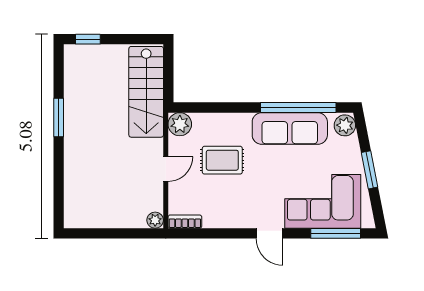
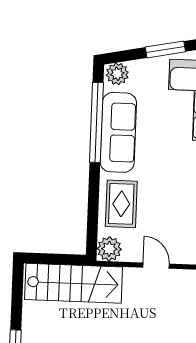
rug: (222, 160) -> (121, 204), moved

